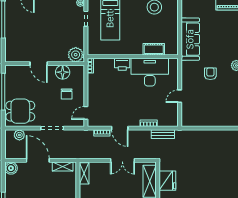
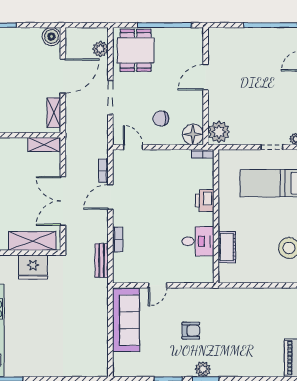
sofa: (190, 39) -> (126, 320), moved, turned -90
floor lamp: (63, 72) -> (193, 134), moved
desk: (150, 72) -> (198, 241), width x0.53, depth x0.77
door: (180, 96) -> (158, 285), swing flipped
double door: (122, 160) -> (63, 201), width x1.37

